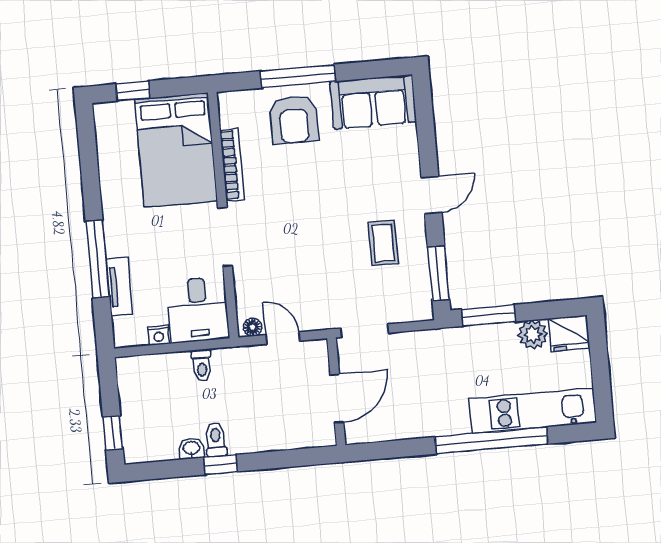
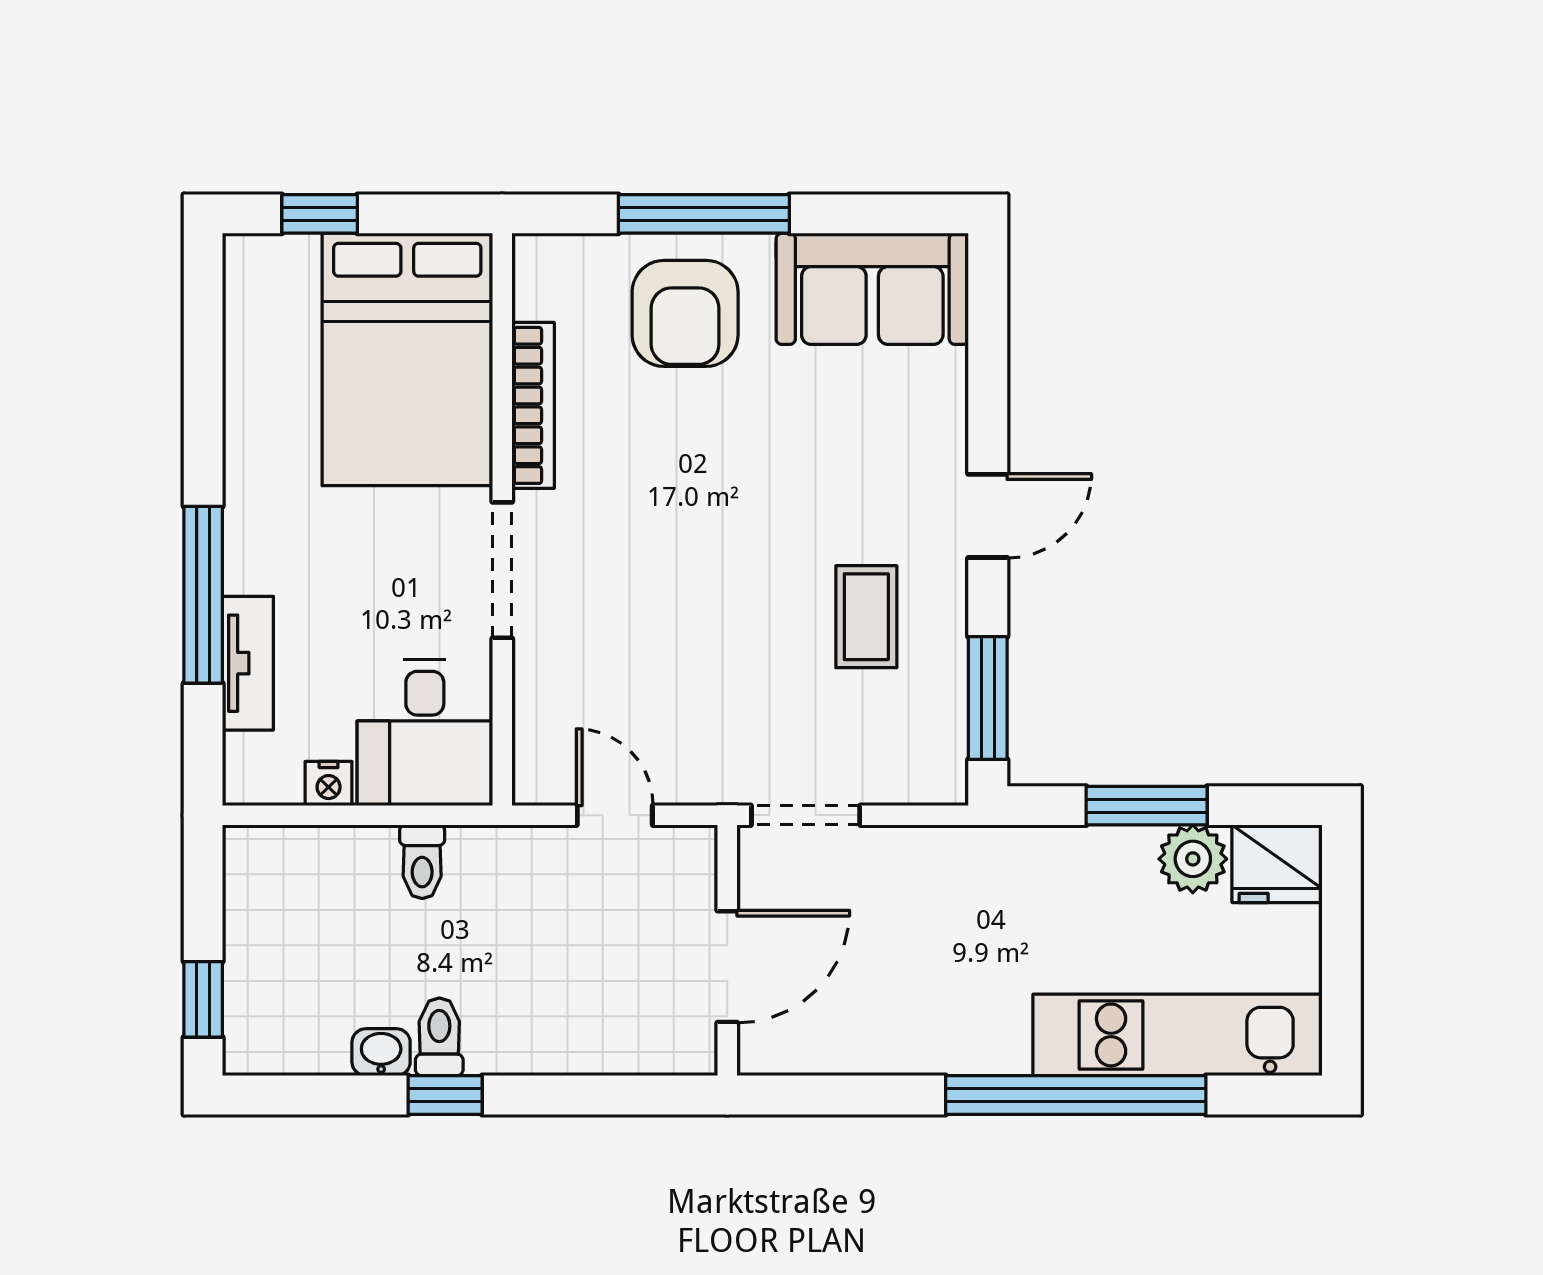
window: (489, 315) -> (1147, 806), moved
floor lamp: (253, 327) -> (547, 784), removed

